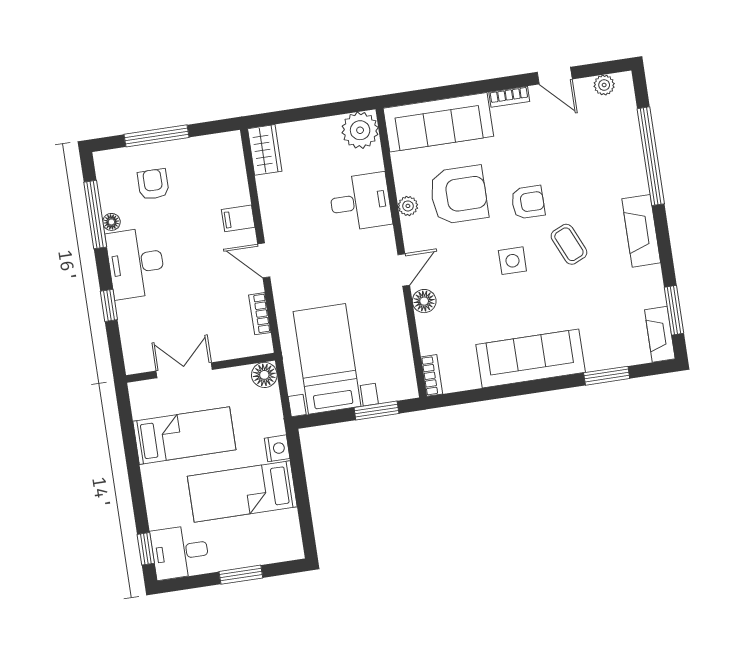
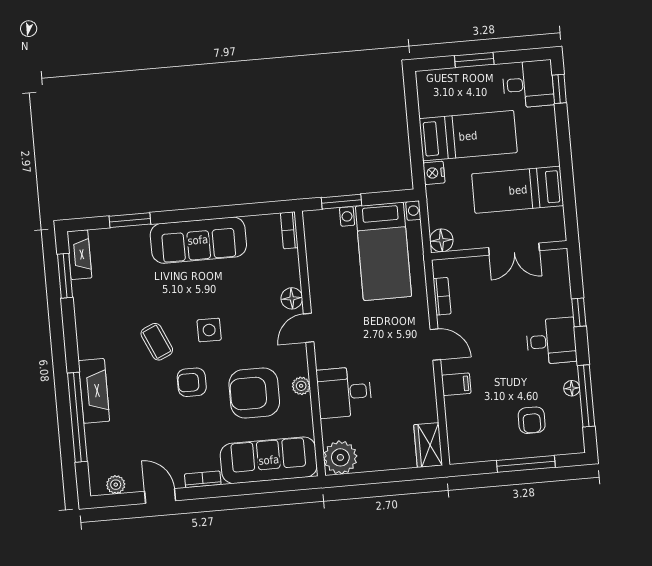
fireplace: (641, 231) -> (94, 391), moved
desk: (136, 263) -> (551, 341), width x0.73

